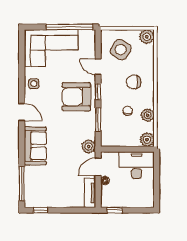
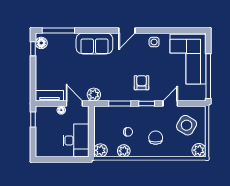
armchair: (76, 97) -> (142, 83), width x0.53, depth x0.53
floor lamp: (35, 202) -> (41, 43), added

